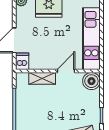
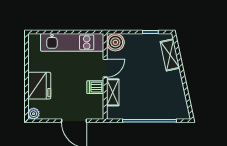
dishwasher: (22, 61) -> (95, 87), moved
door: (66, 71) -> (105, 68), swing flipped

